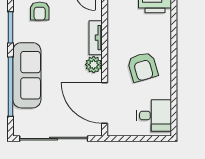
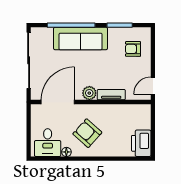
armchair: (143, 67) -> (87, 133), turned 58
floor lamp: (166, 92) -> (66, 152), added

